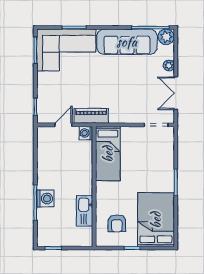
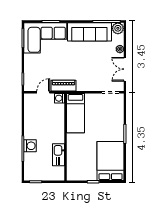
armchair: (117, 223) -> (82, 164), removed

